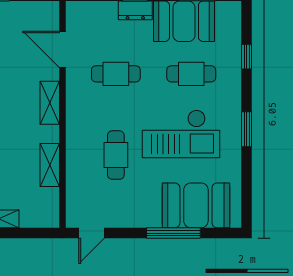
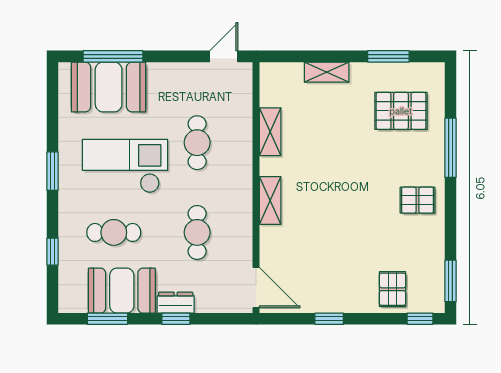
door: (63, 49) -> (256, 288), moved
cafe table: (116, 74) -> (197, 232), turned 90
window: (173, 233) -> (113, 56), moved

